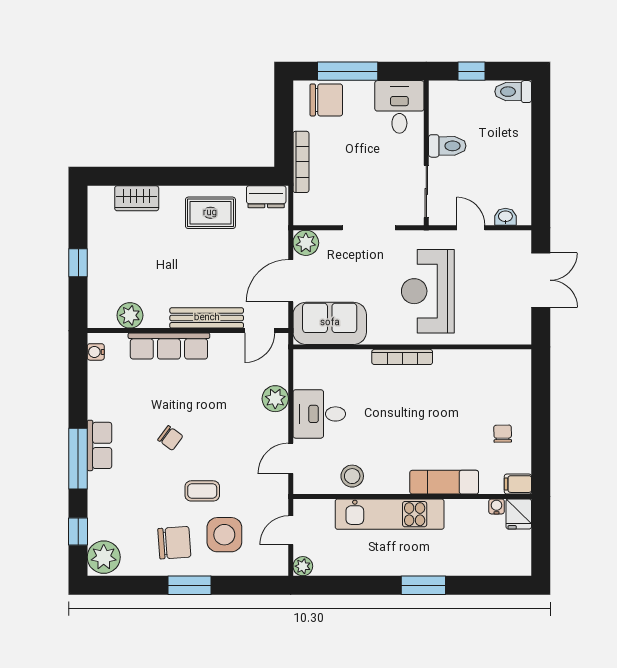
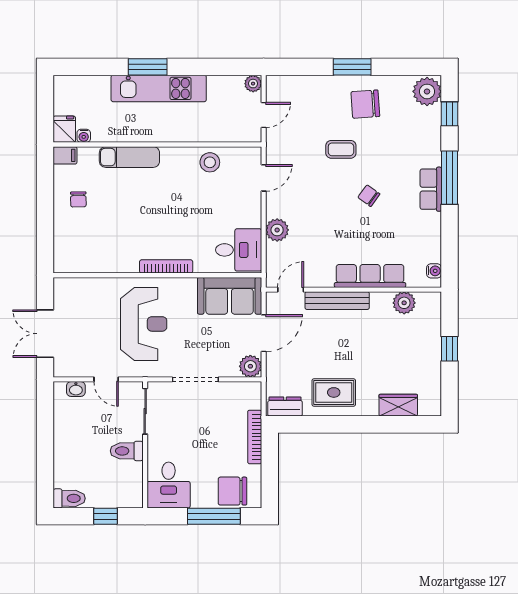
desk: (319, 414) -> (239, 250), moved
kitchen unit: (390, 514) -> (159, 88), moved, turned 180
side table: (224, 535) -> (322, 111), removed

